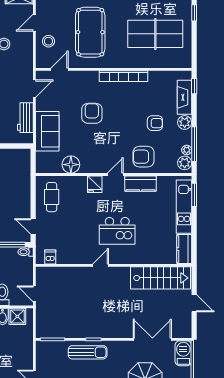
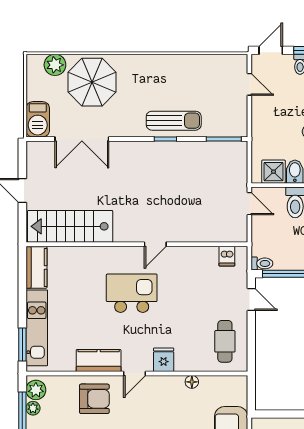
floor lamp: (71, 165) -> (192, 382), width x0.53, depth x0.53
sun lounger: (88, 352) -> (174, 121), turned 180

